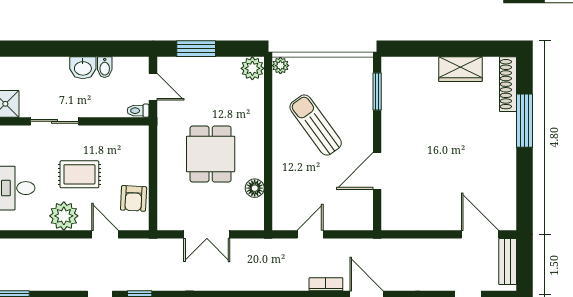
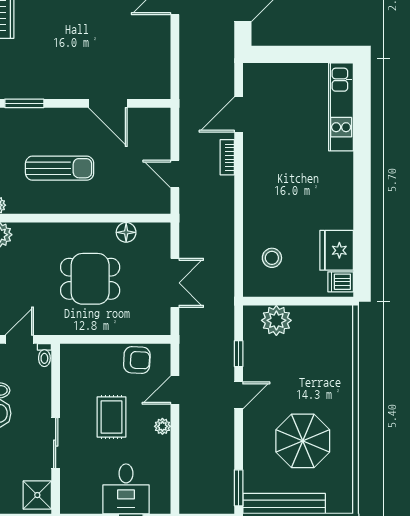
sun lounger: (316, 125) -> (60, 168), turned -144
plant: (64, 216) -> (162, 426), width x0.53, depth x0.53

